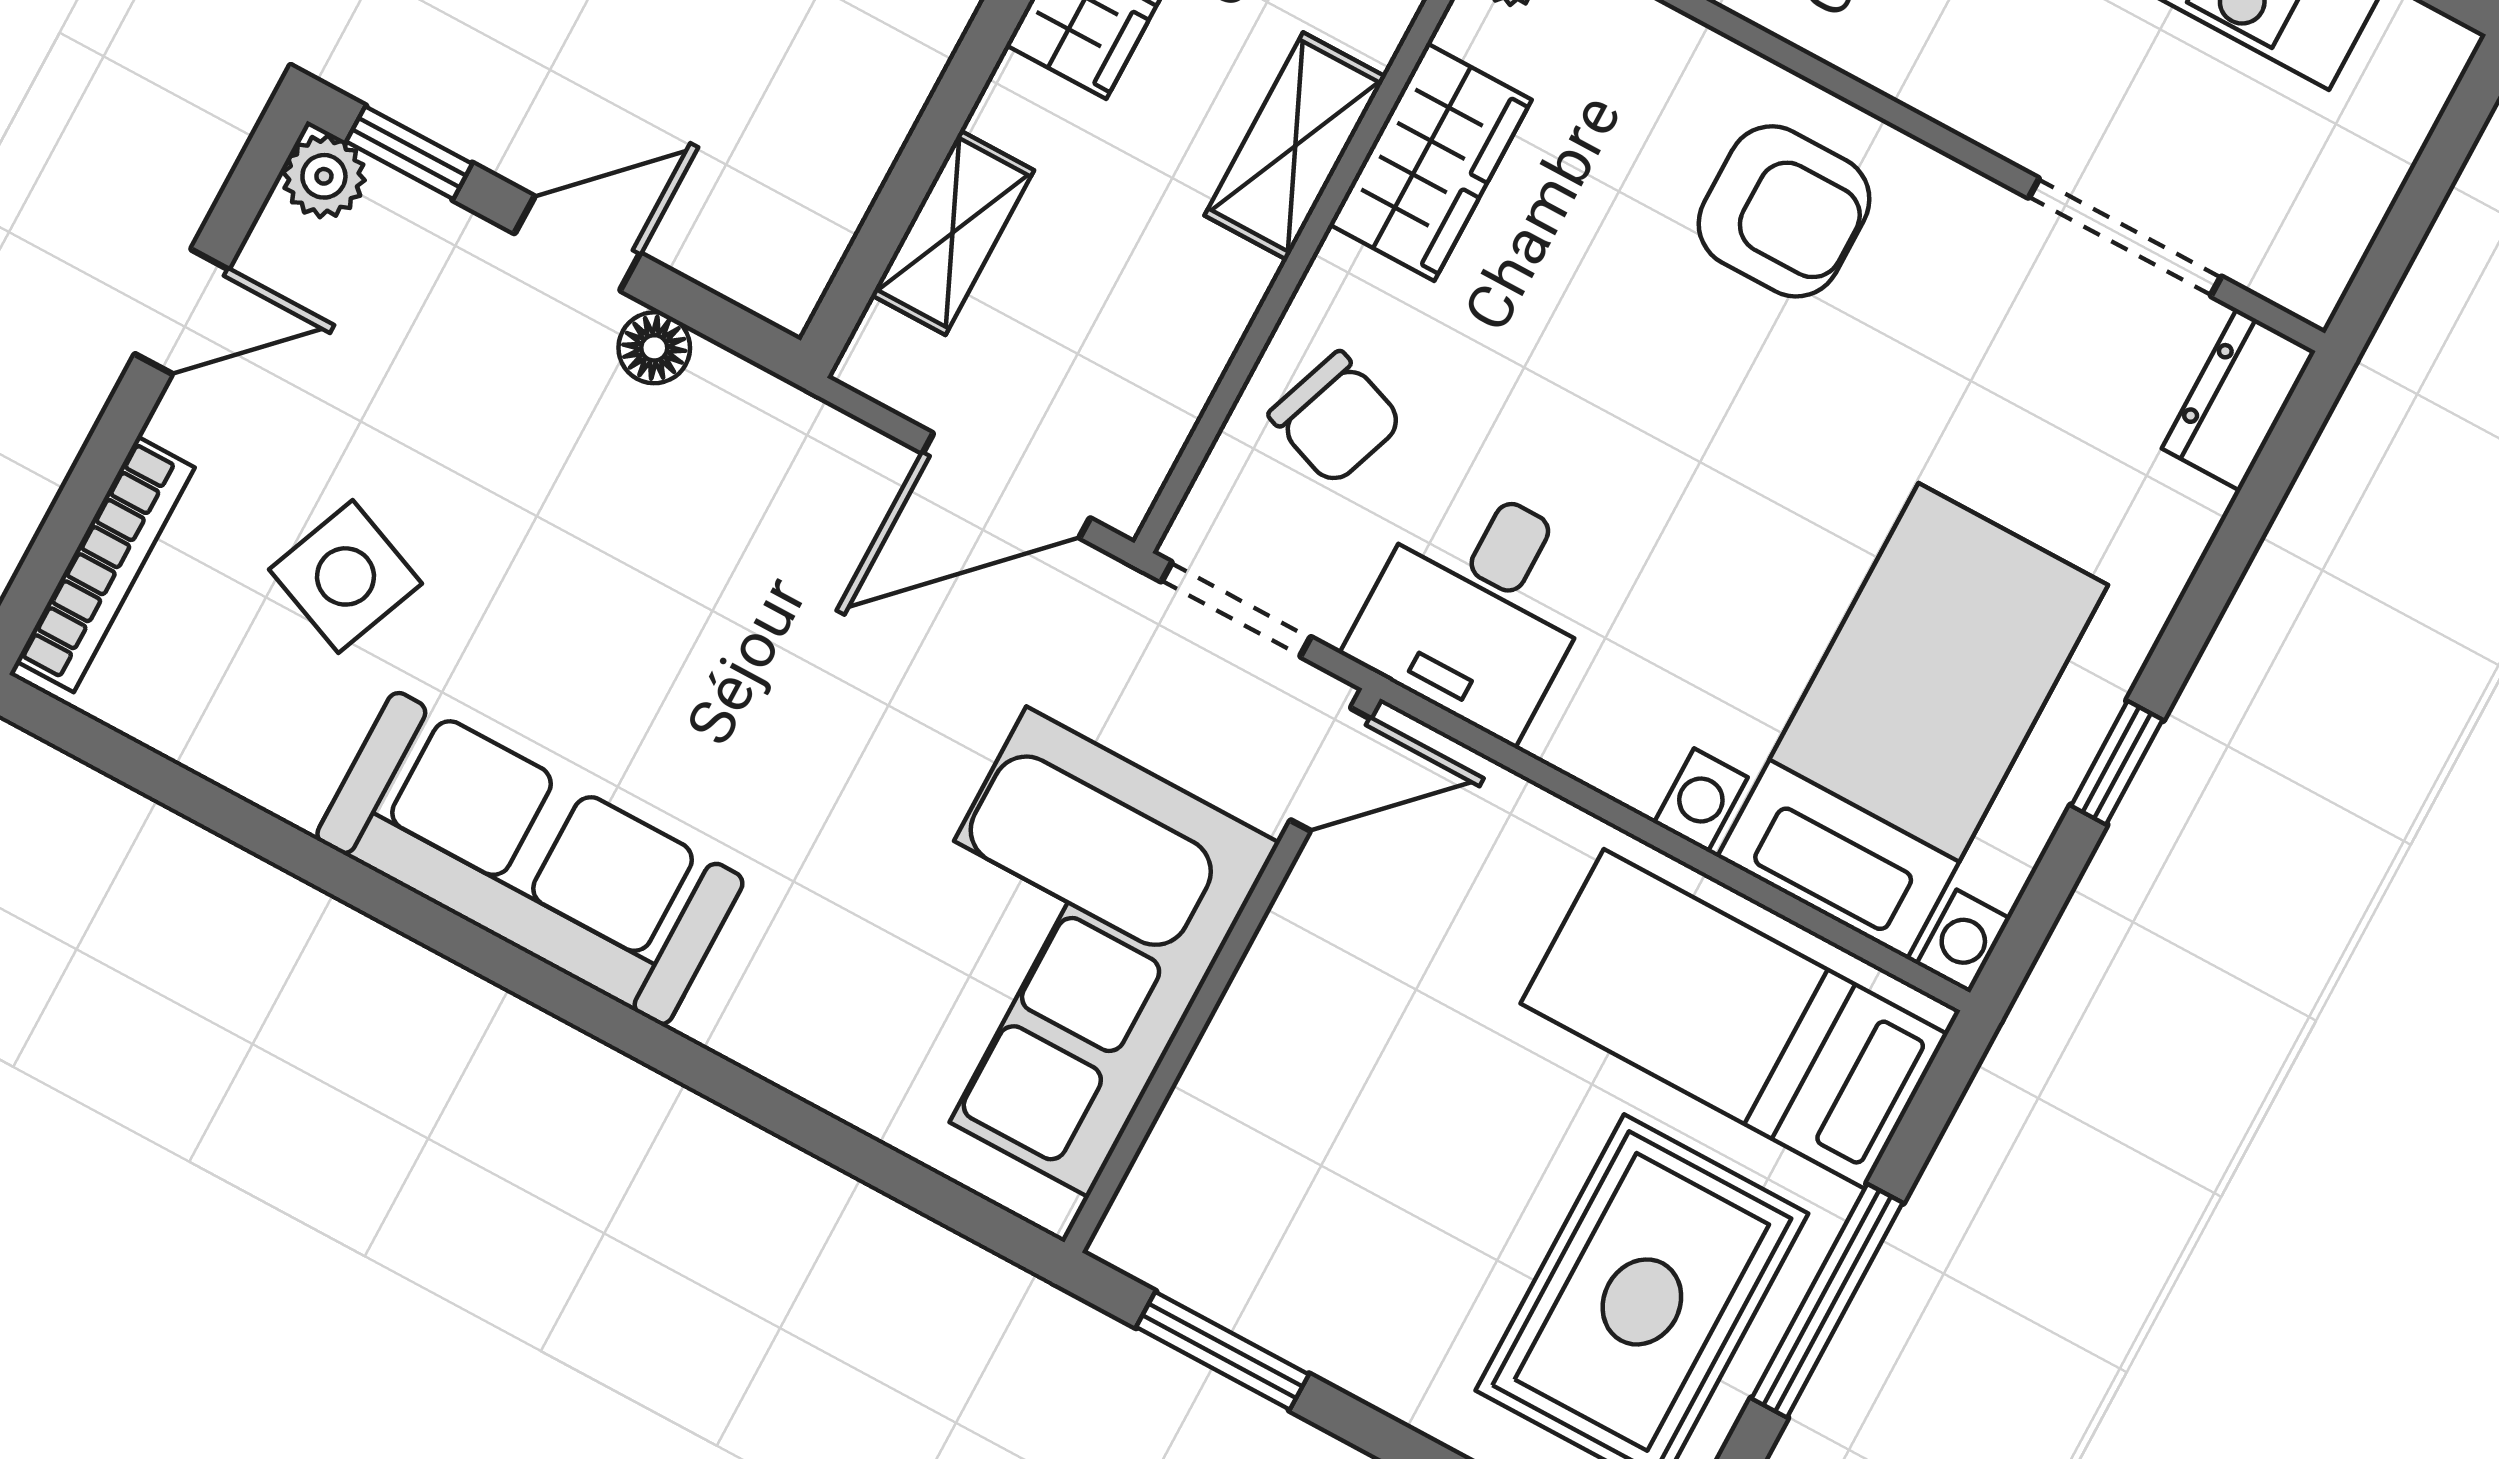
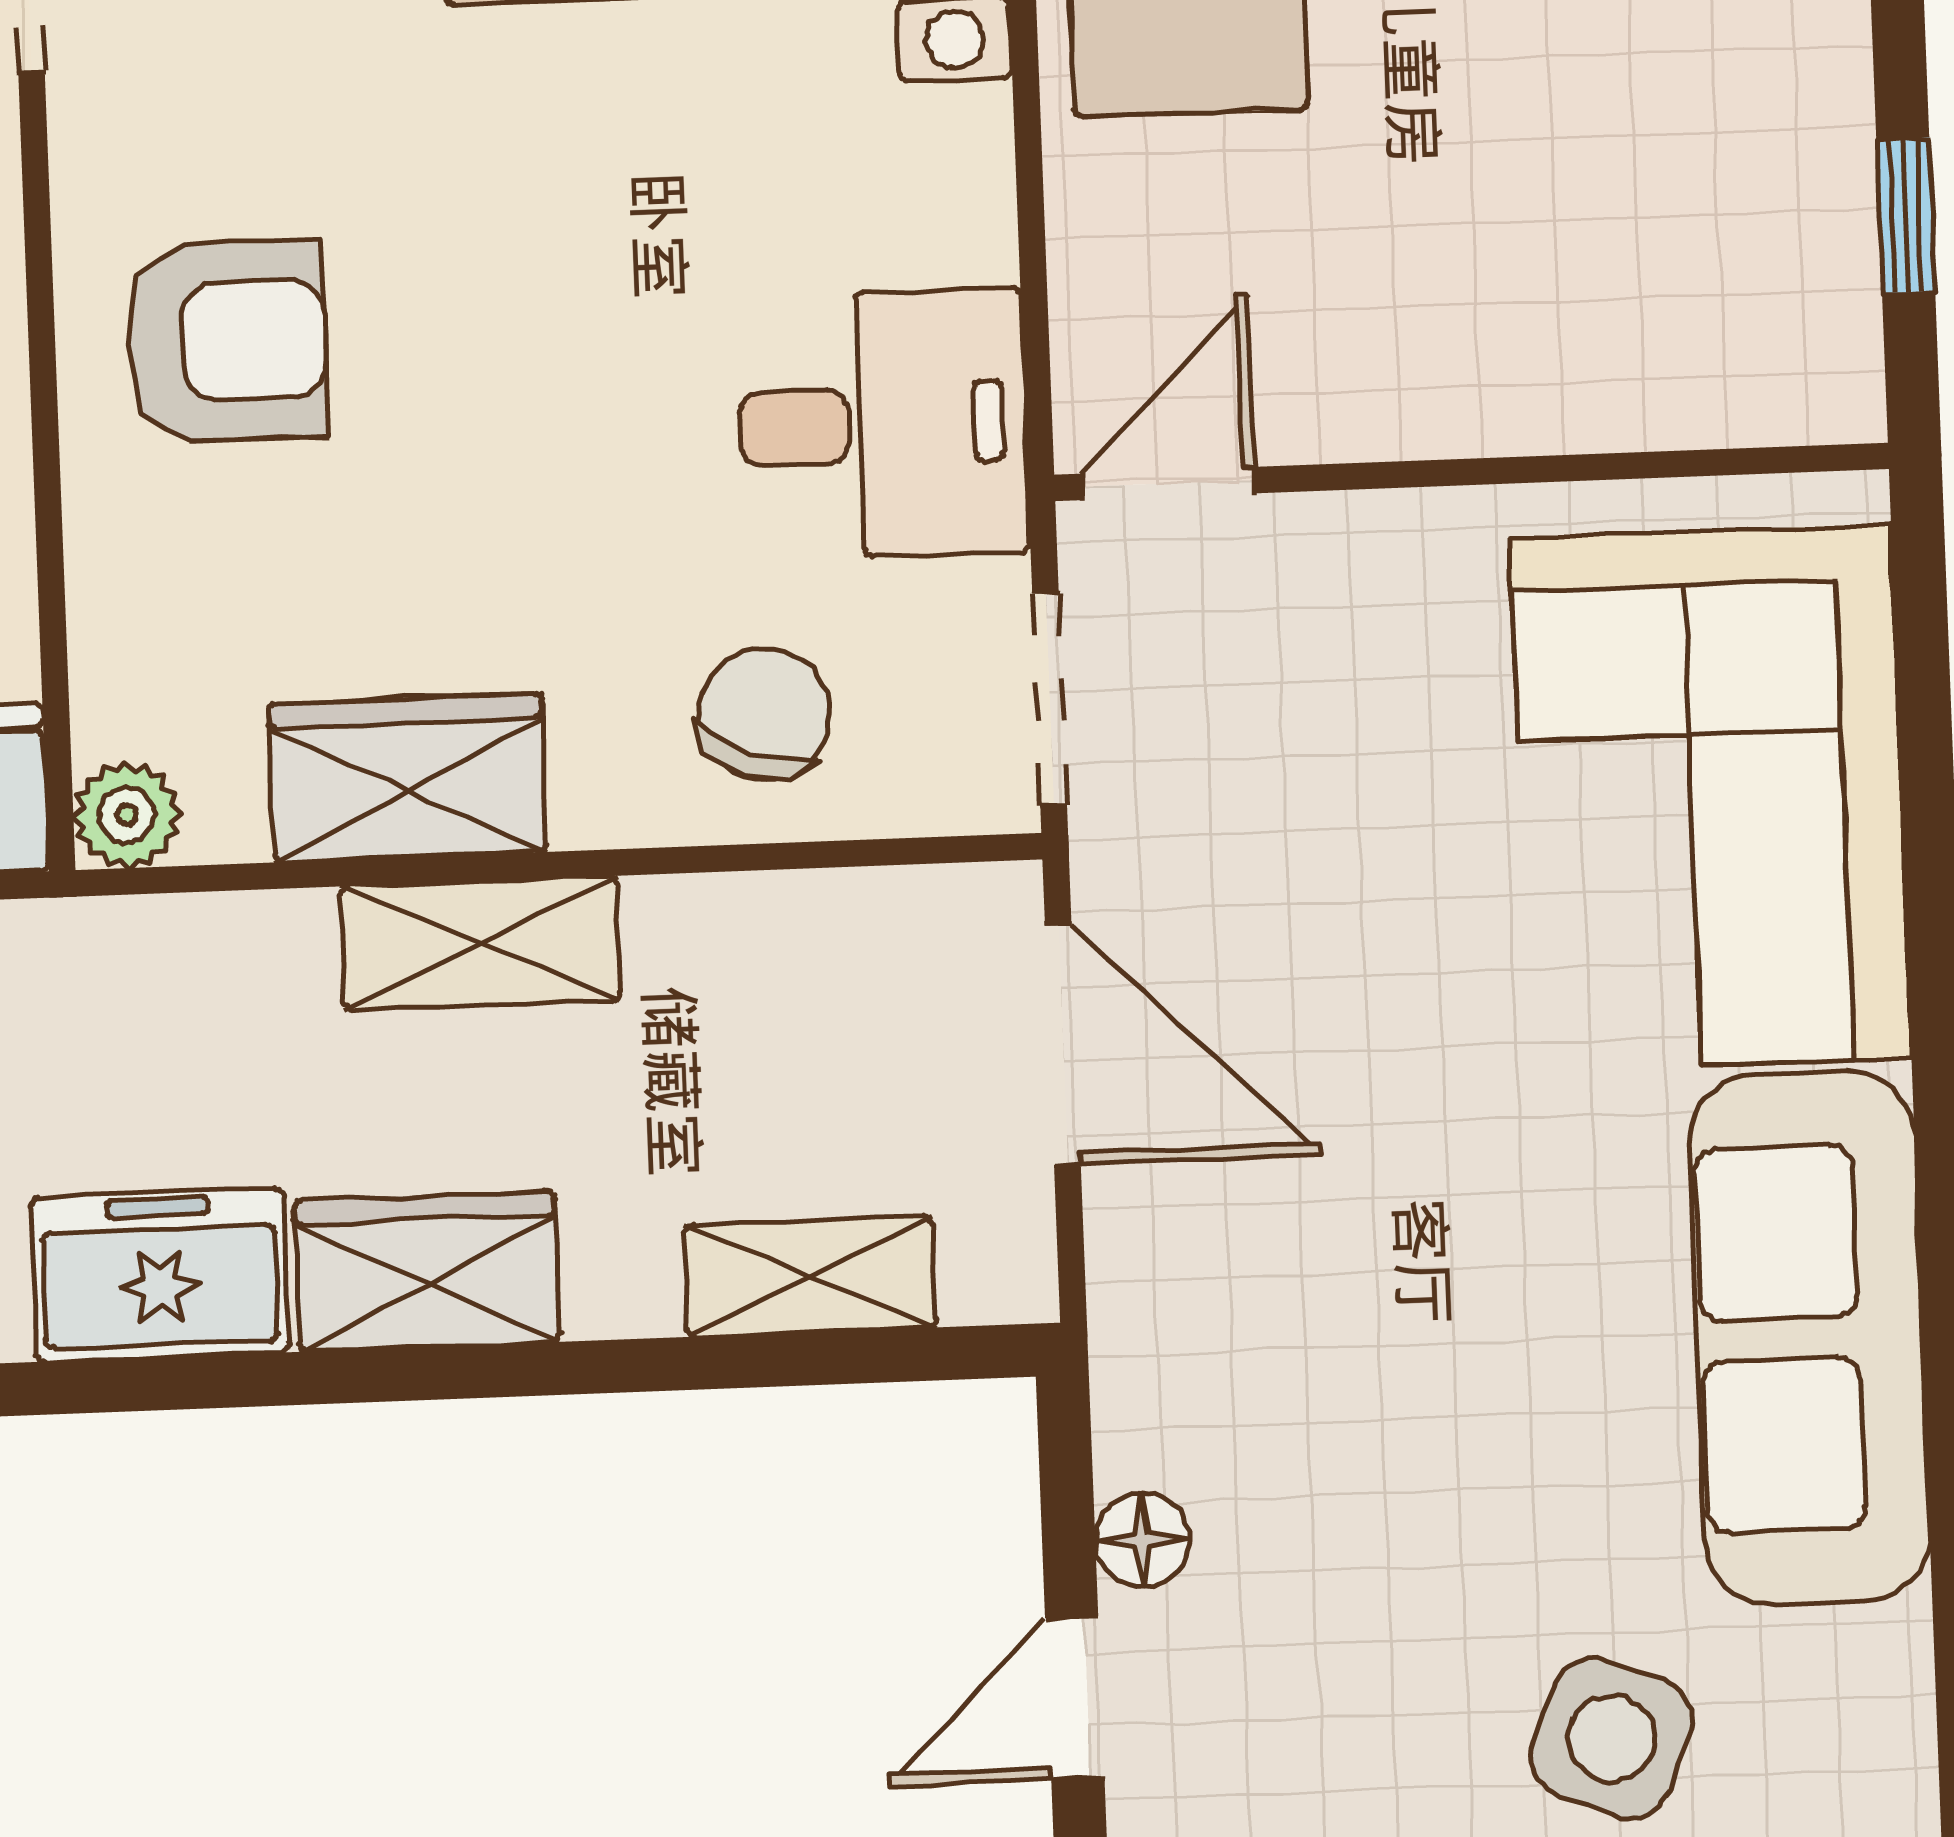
armchair: (1784, 211) -> (226, 341), turned 90
door: (577, 243) -> (1075, 1698), hinge flipped
door: (1331, 769) -> (1169, 484), hinge flipped
corner sofa: (1058, 952) -> (1711, 798), moved, turned 90
window: (1223, 1351) -> (1906, 216), width x0.67

